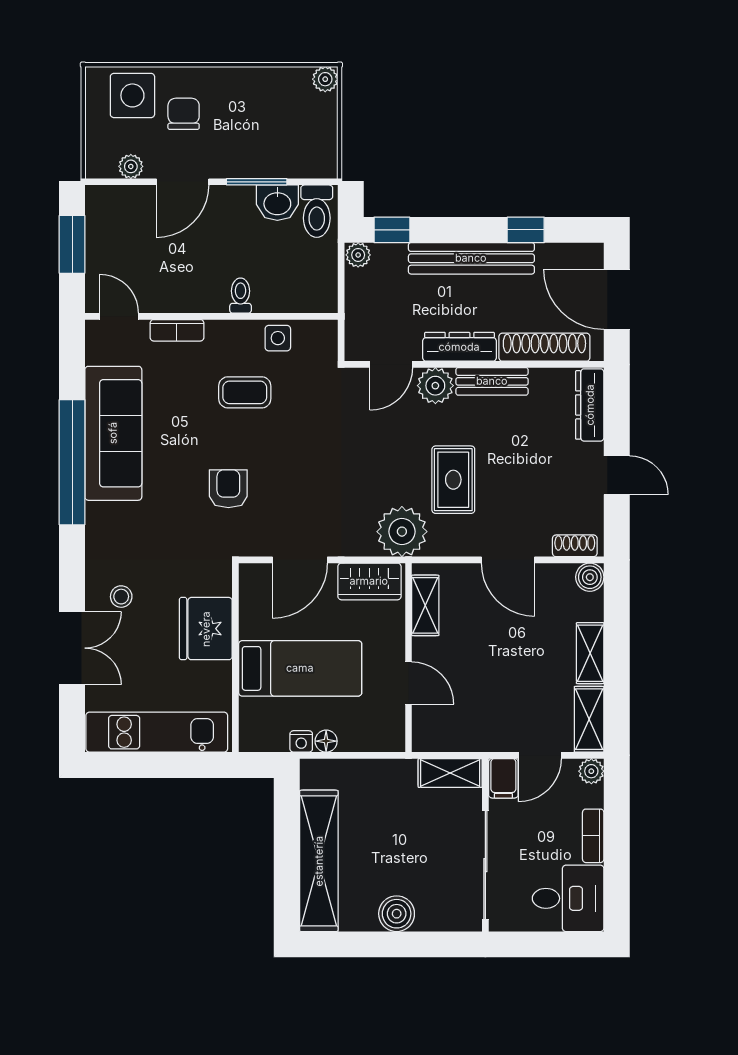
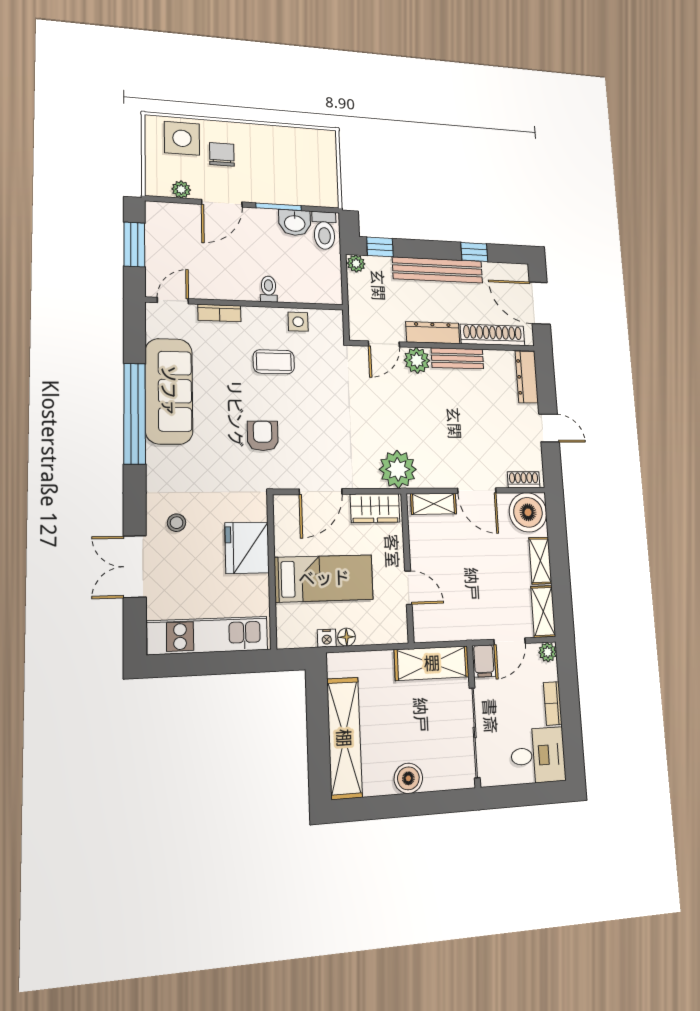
plant: (325, 79) -> (327, 138), removed
door: (119, 316) -> (173, 301), hinge flipped
rug: (453, 480) -> (434, 430), removed
boiler: (590, 577) -> (528, 512), width x1.86, depth x1.86
shelving: (425, 605) -> (434, 504), moved, turned 90
double door: (72, 648) -> (135, 567), swing flipped
shelving: (450, 773) -> (432, 663), width x1.50, depth x1.33

